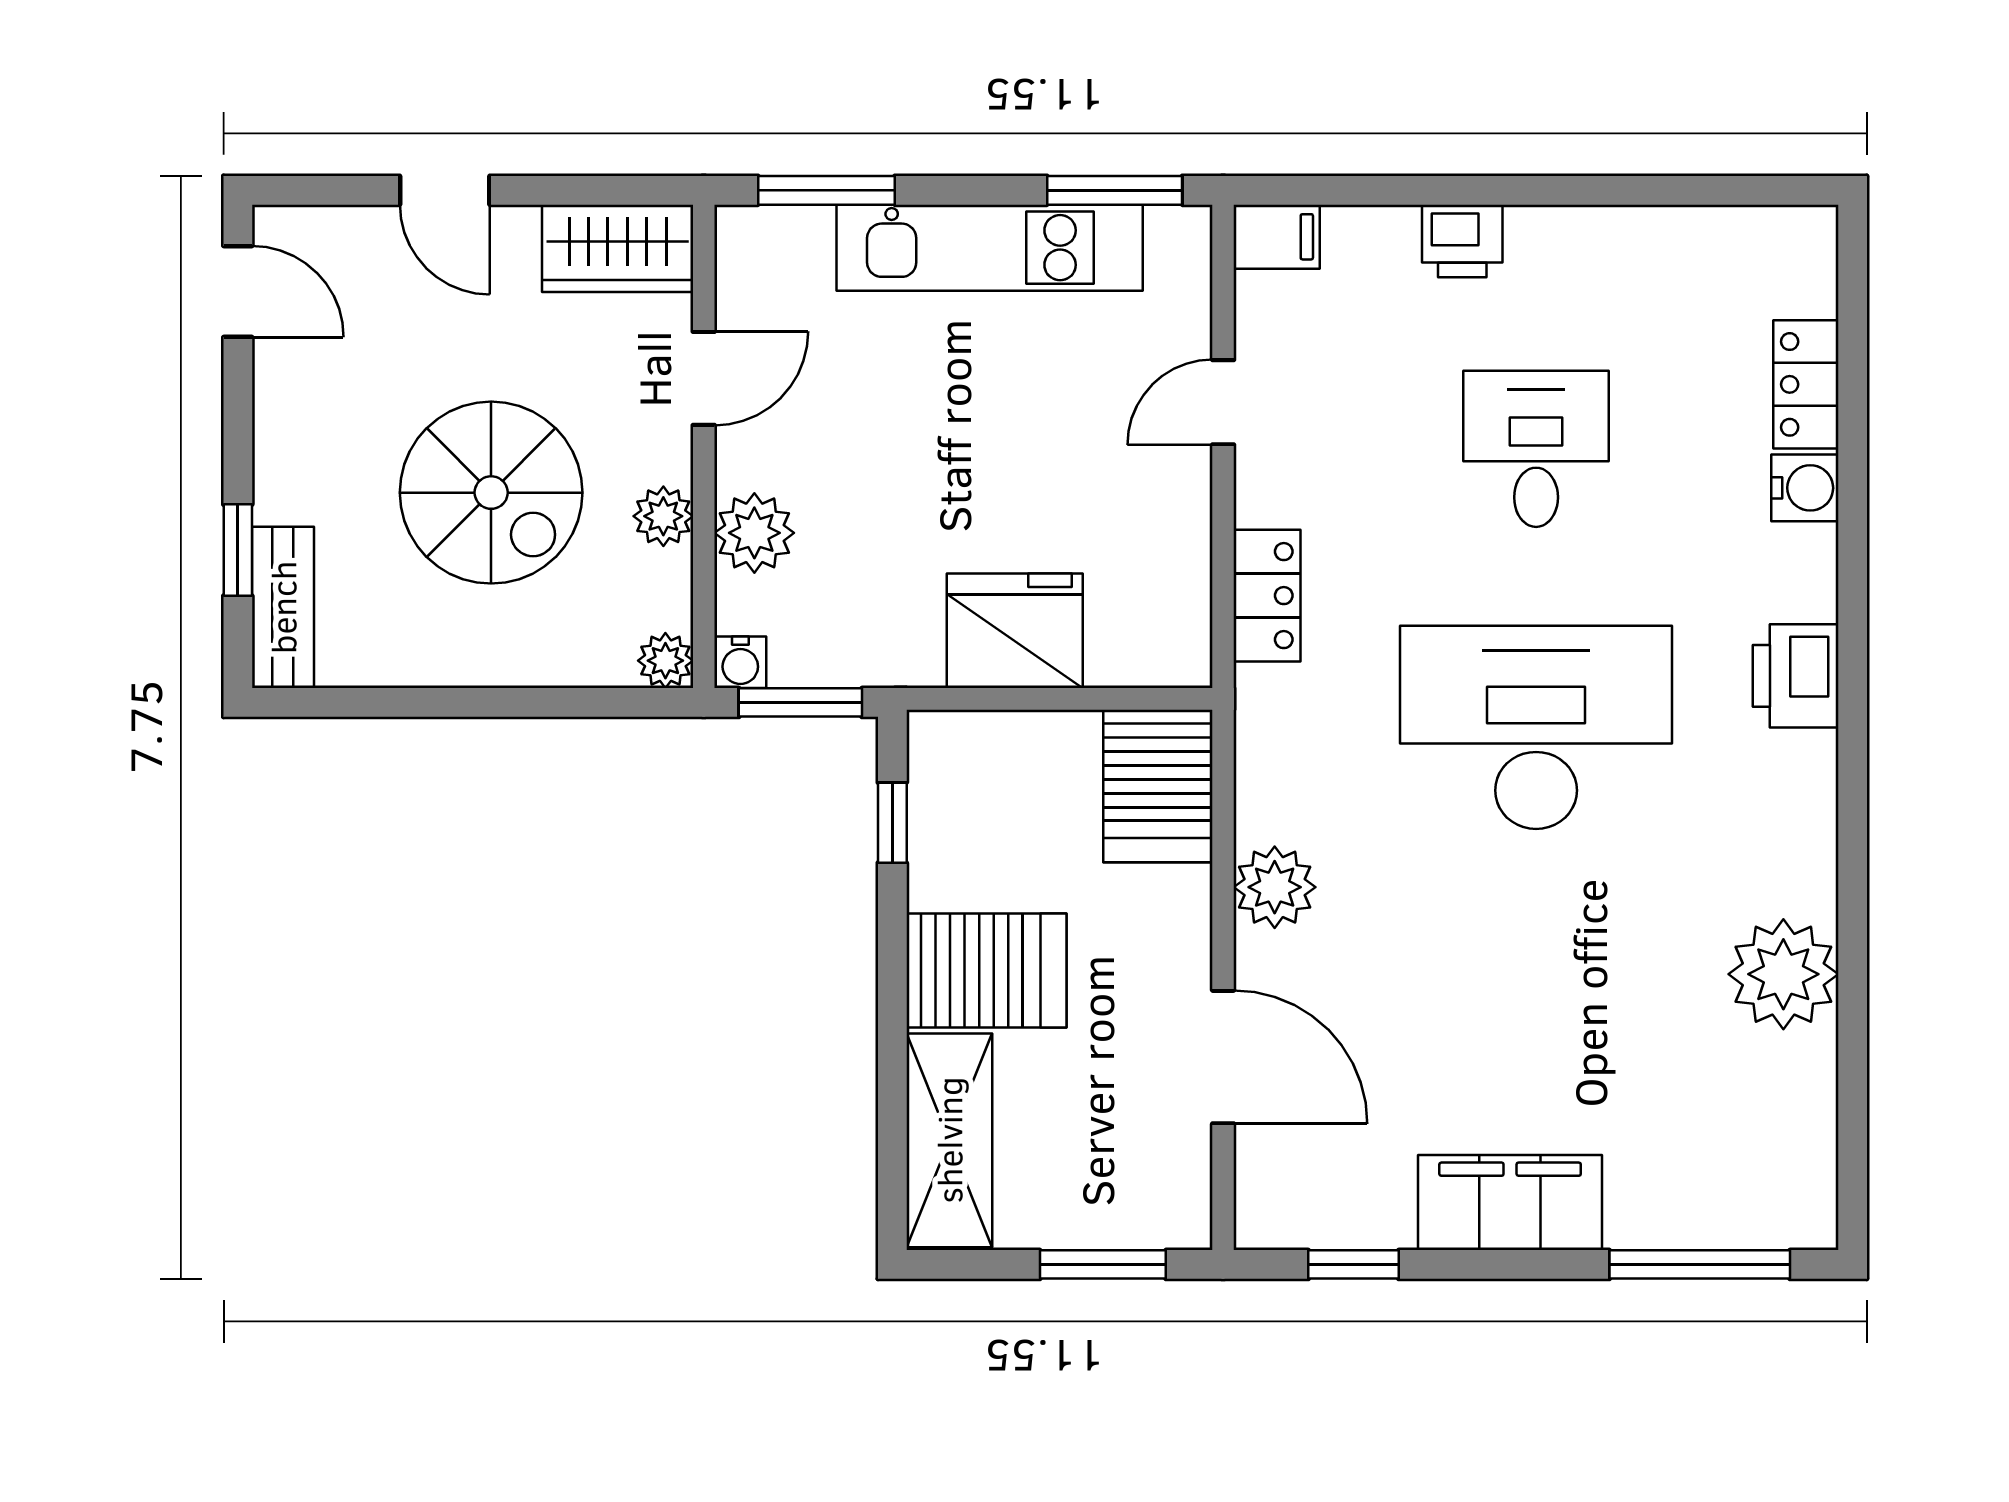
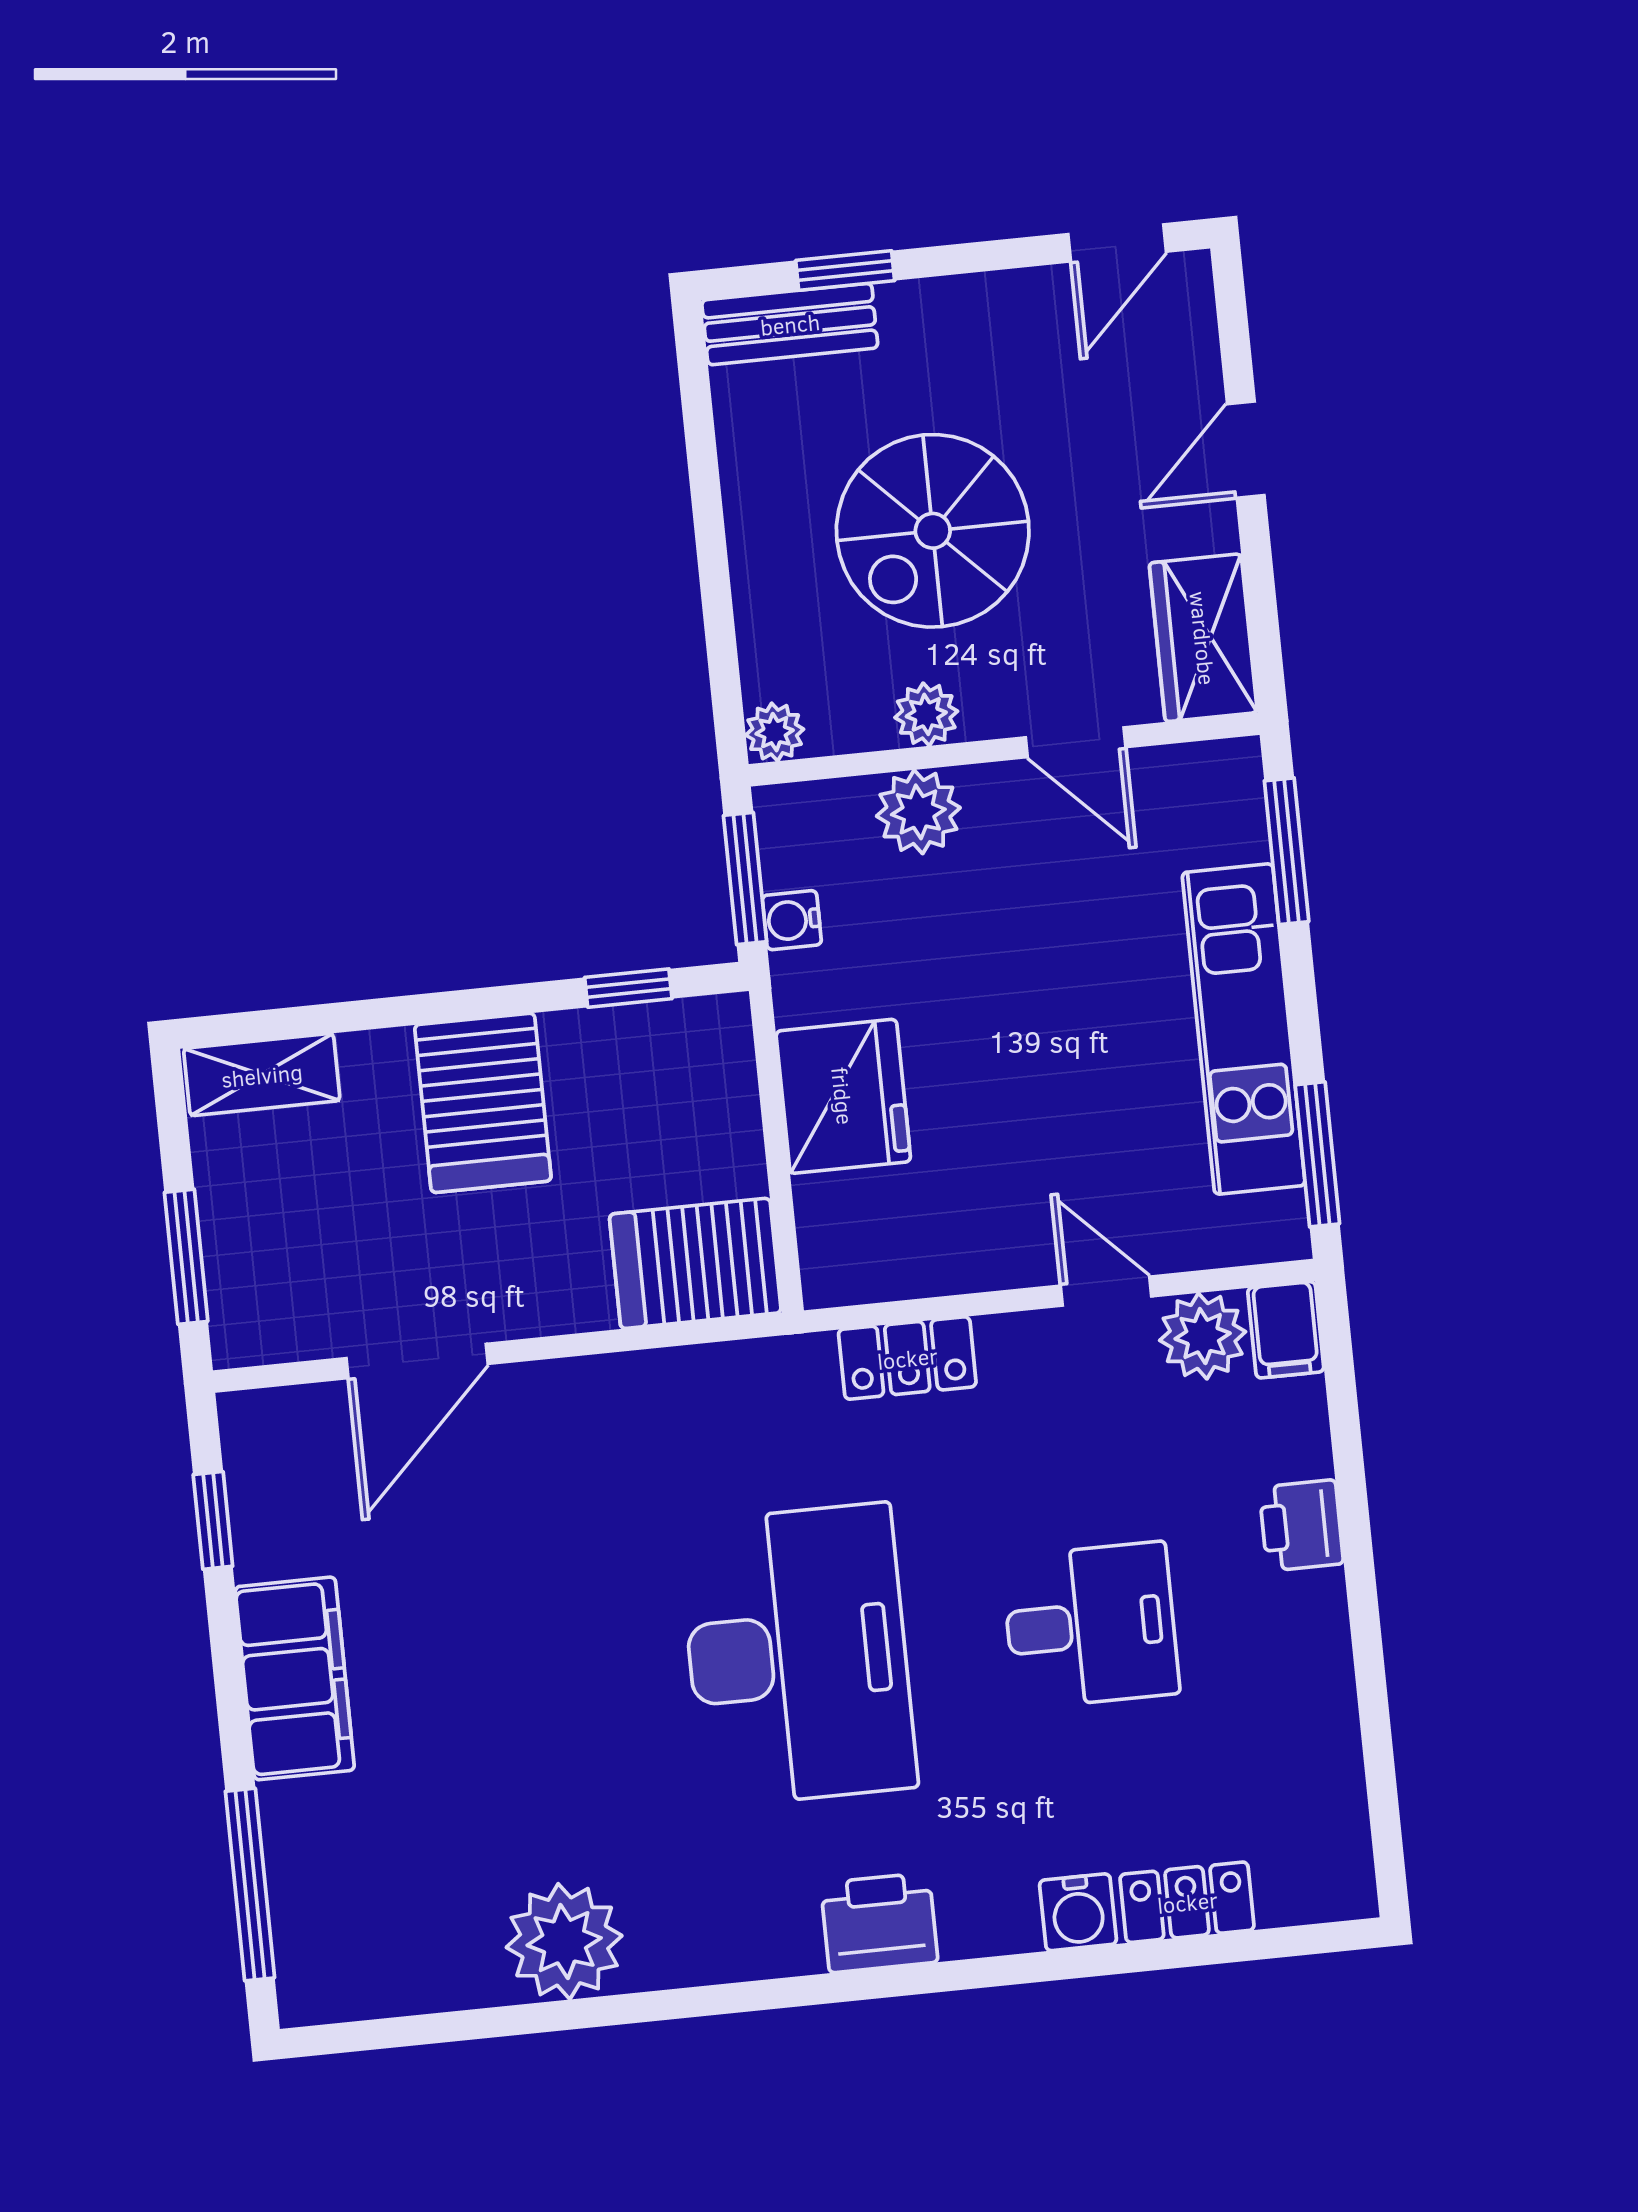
water cooler: (740, 662) -> (792, 920), moved
plant: (1275, 887) -> (1203, 1336), moved
shelving: (949, 1140) -> (262, 1075), width x0.67, depth x0.75

